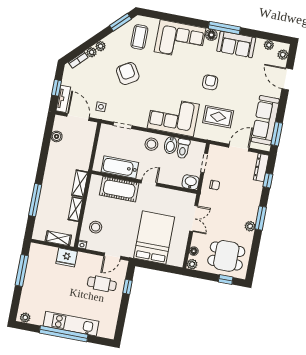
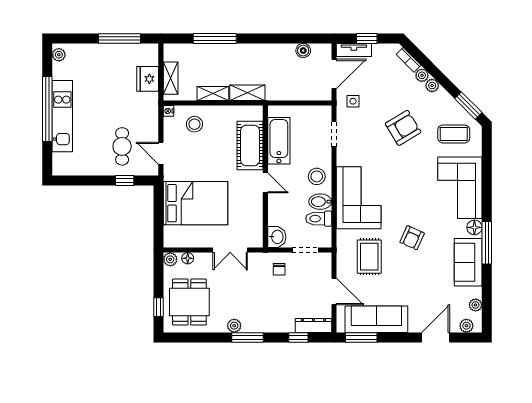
armchair: (210, 82) -> (412, 238), turned 114
fridge: (67, 257) -> (148, 79), moved

